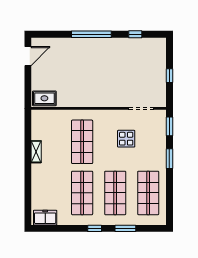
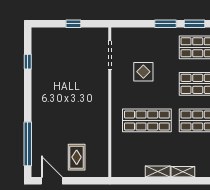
window: (91, 34) -> (28, 144), moved
rug: (44, 98) -> (77, 157), moved
window: (169, 126) -> (195, 24), moved
shelving: (36, 174) -> (183, 172), added

